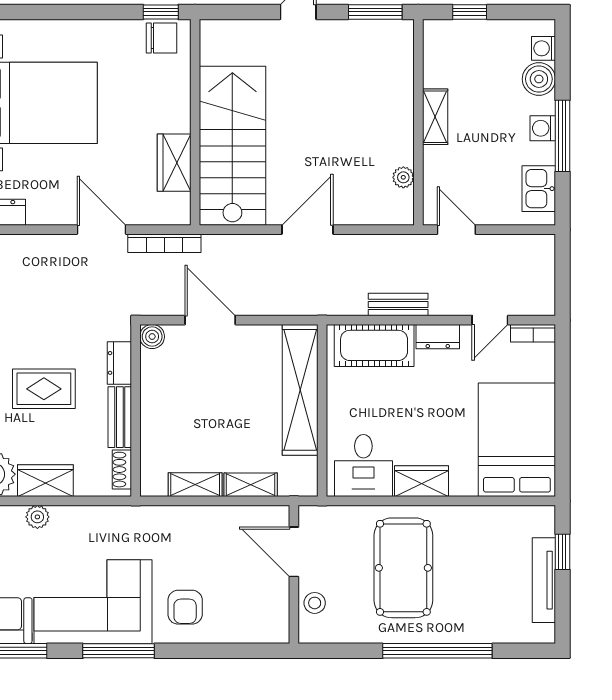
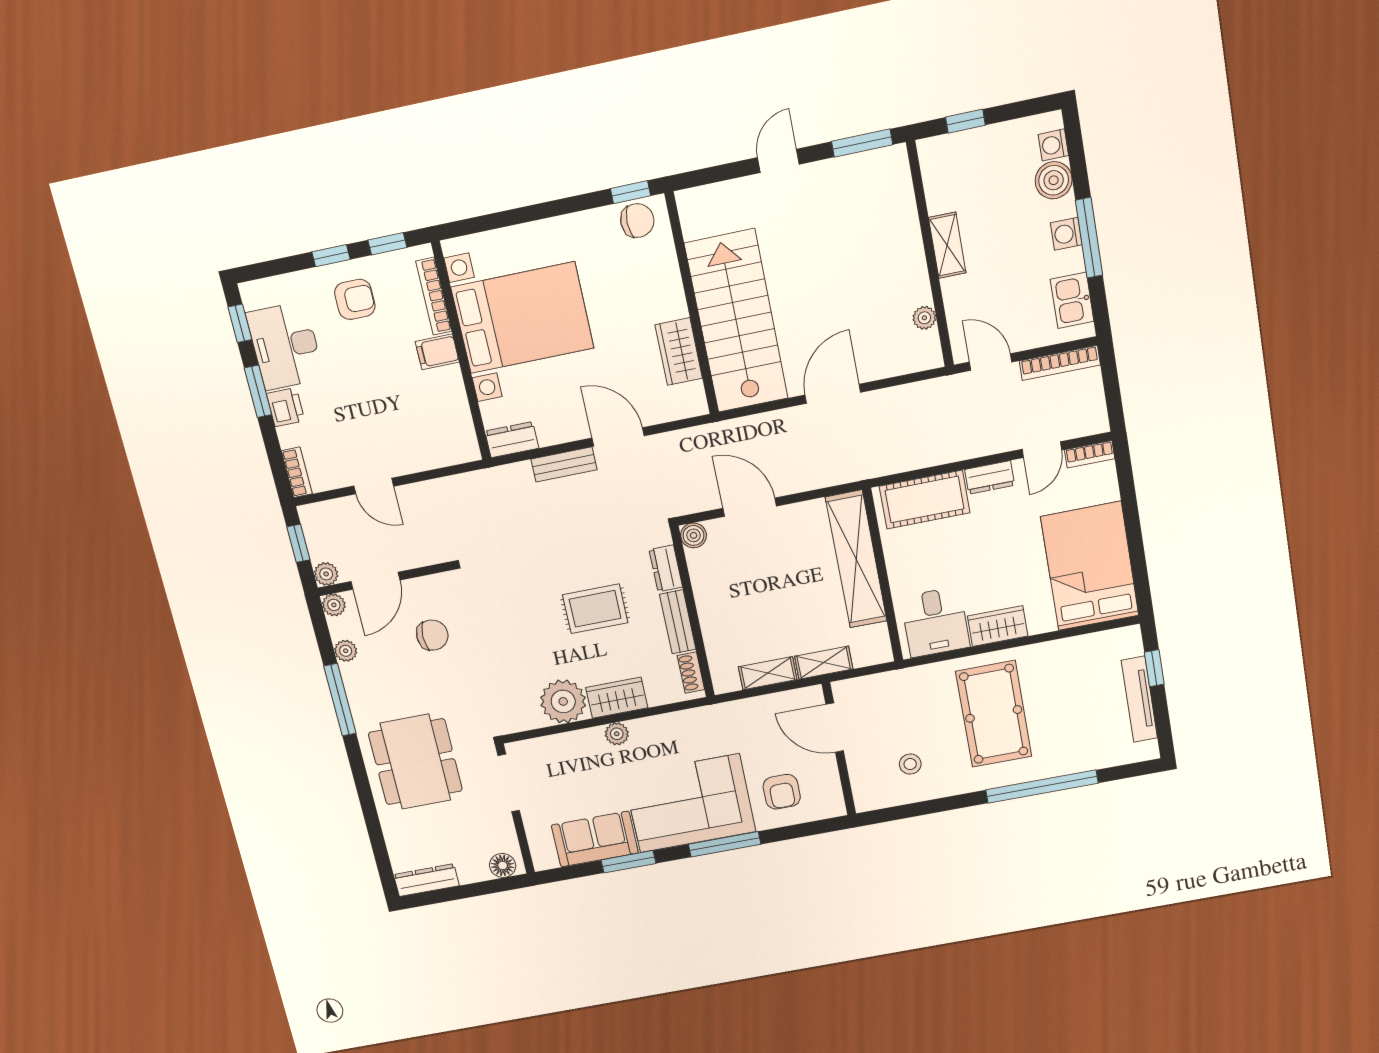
bookcase: (164, 243) -> (1060, 363), moved
bench: (398, 304) -> (564, 464), moved
door: (294, 552) -> (835, 728), moved
wall: (294, 574) -> (839, 749), moved

